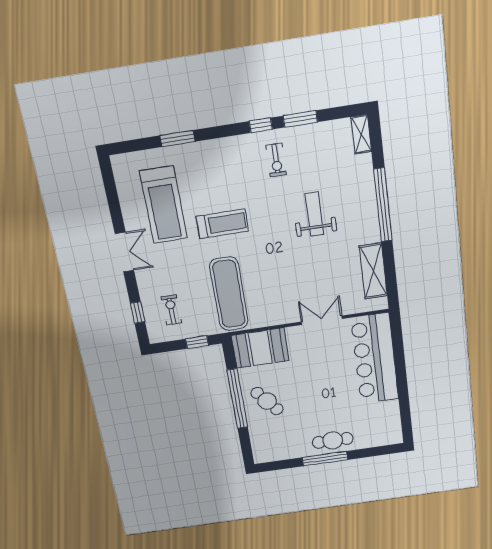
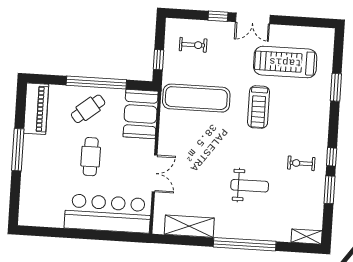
window: (138, 312) -> (218, 16), moved
cafe table: (333, 440) -> (91, 157), moved
piano: (279, 450) -> (36, 109), added

